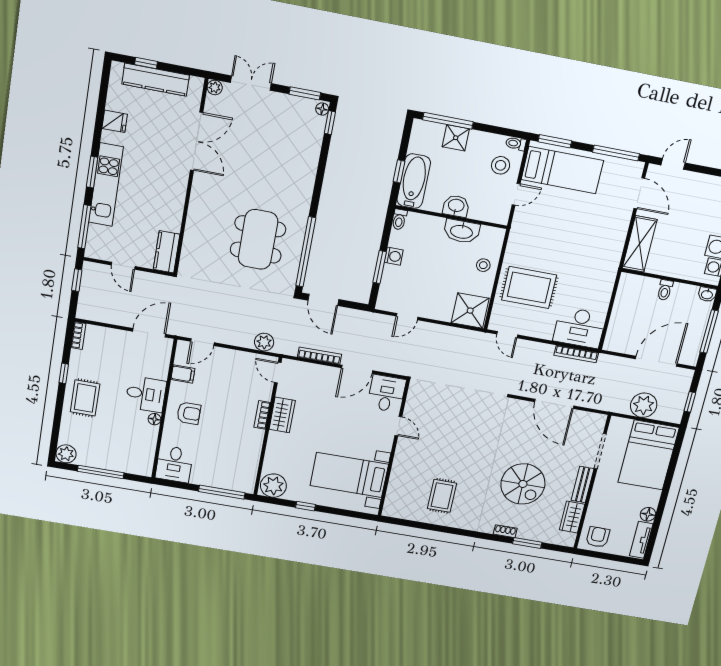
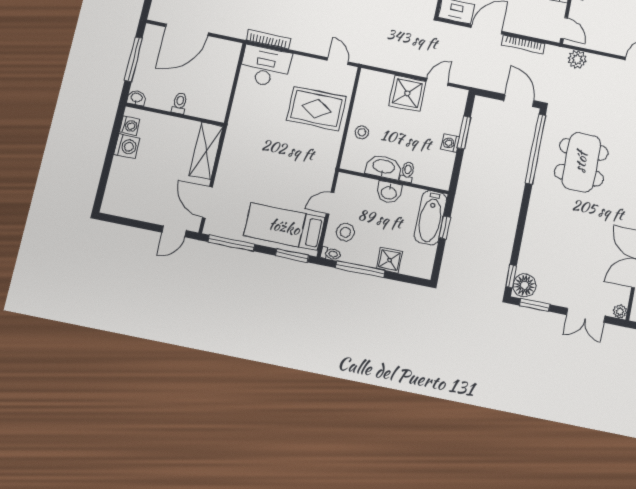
floor lamp: (322, 109) -> (525, 285), width x1.89, depth x1.89
window: (448, 121) -> (360, 269), moved
toilet: (399, 219) -> (407, 172), moved
shower: (470, 311) -> (407, 93), moved

